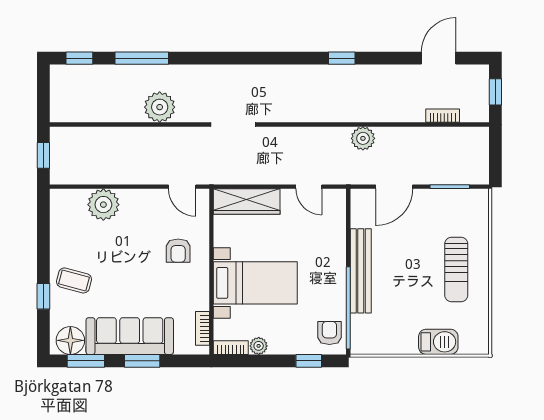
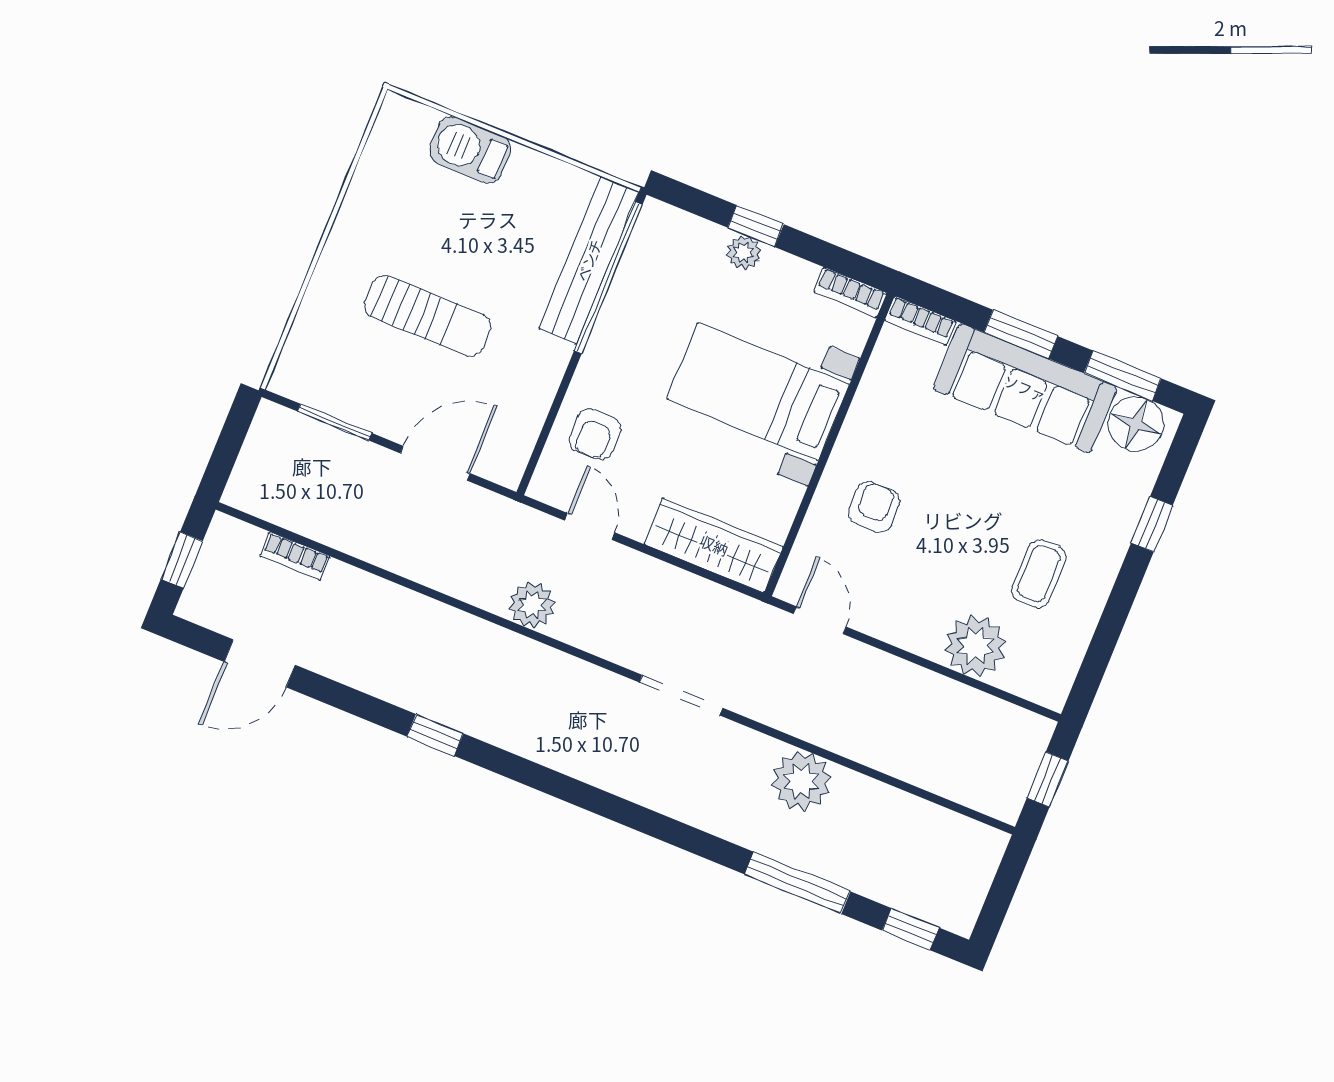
plant: (363, 138) -> (532, 605), moved
sun lounger: (456, 269) -> (428, 316), moved, turned 90
bench: (361, 271) -> (589, 260), moved
coffee table: (74, 280) -> (1039, 574), moved, turned 75
bookcase: (202, 328) -> (920, 321), moved, turned 90
armchair: (329, 333) -> (595, 434), moved
plant: (259, 346) -> (743, 253), moved
window: (309, 361) -> (756, 226), moved

